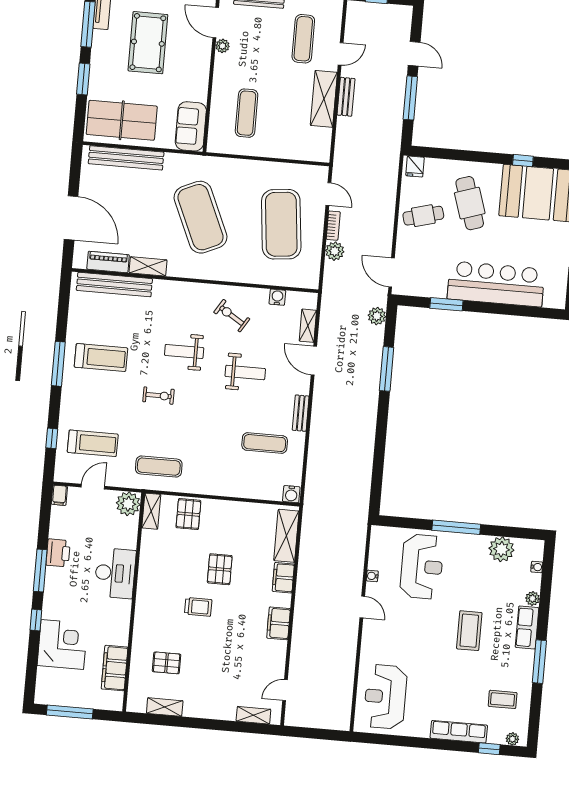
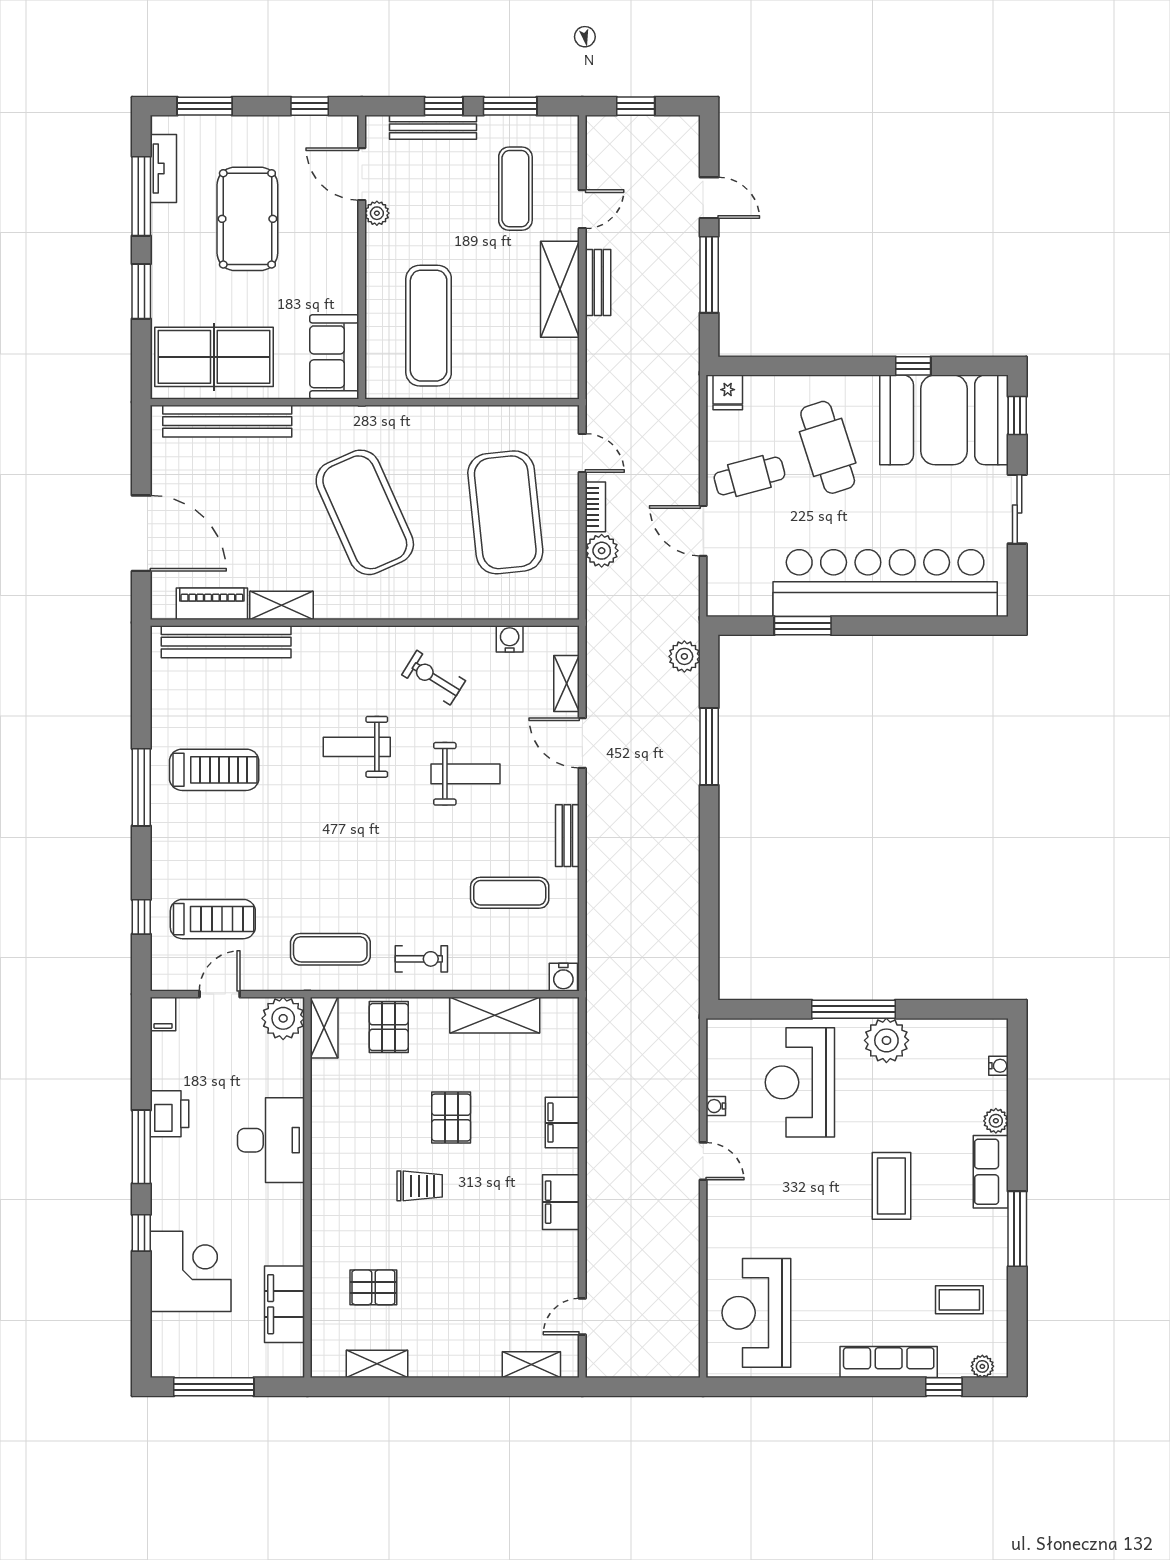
exercise mat: (247, 113) -> (429, 326), width x1.36, depth x1.45
door: (392, 273) -> (703, 531), moved
bar counter: (496, 284) -> (885, 583), width x1.36
exercise bike: (159, 396) -> (421, 959), moved
shelving: (286, 536) -> (495, 1015), moved, turned 90
plant: (501, 549) -> (886, 1040), moved
reception desk: (422, 567) -> (800, 1082), turned 180

